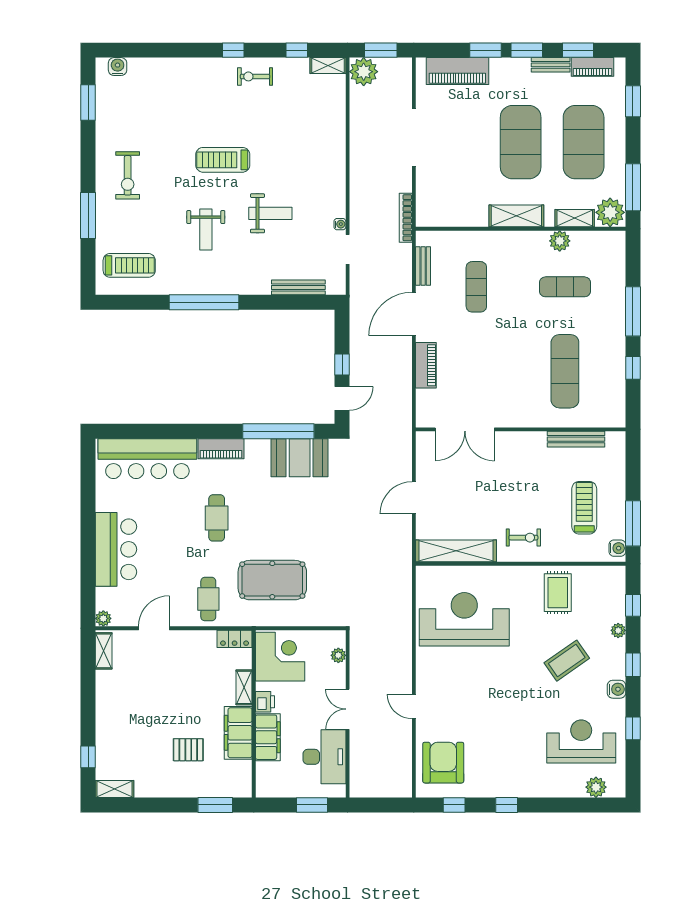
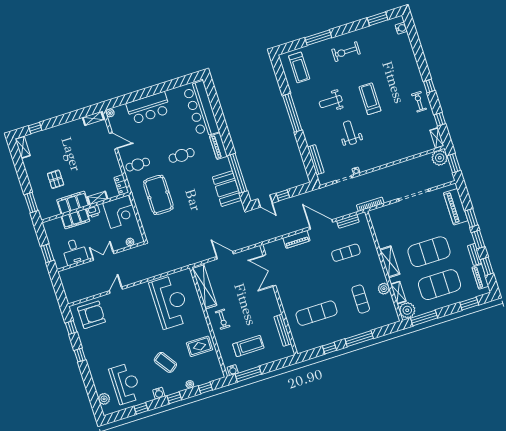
weight bench: (270, 213) -> (350, 133), turned 180
desk: (324, 757) -> (75, 252), width x0.73

